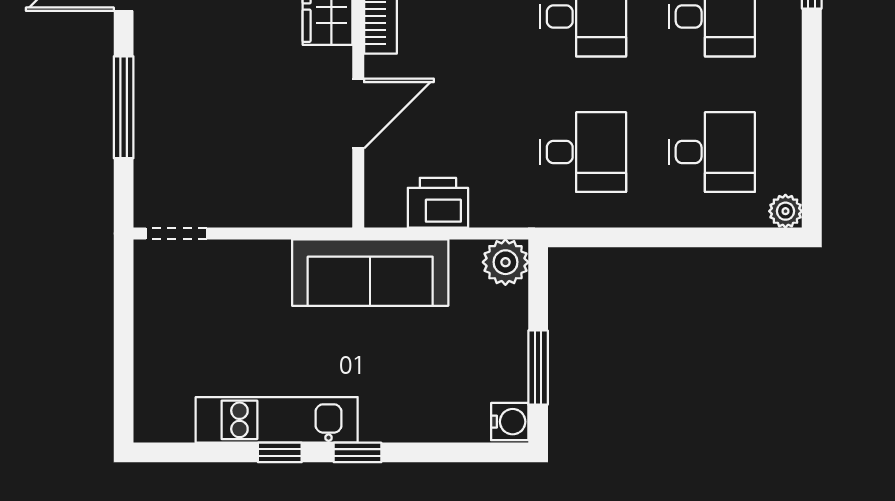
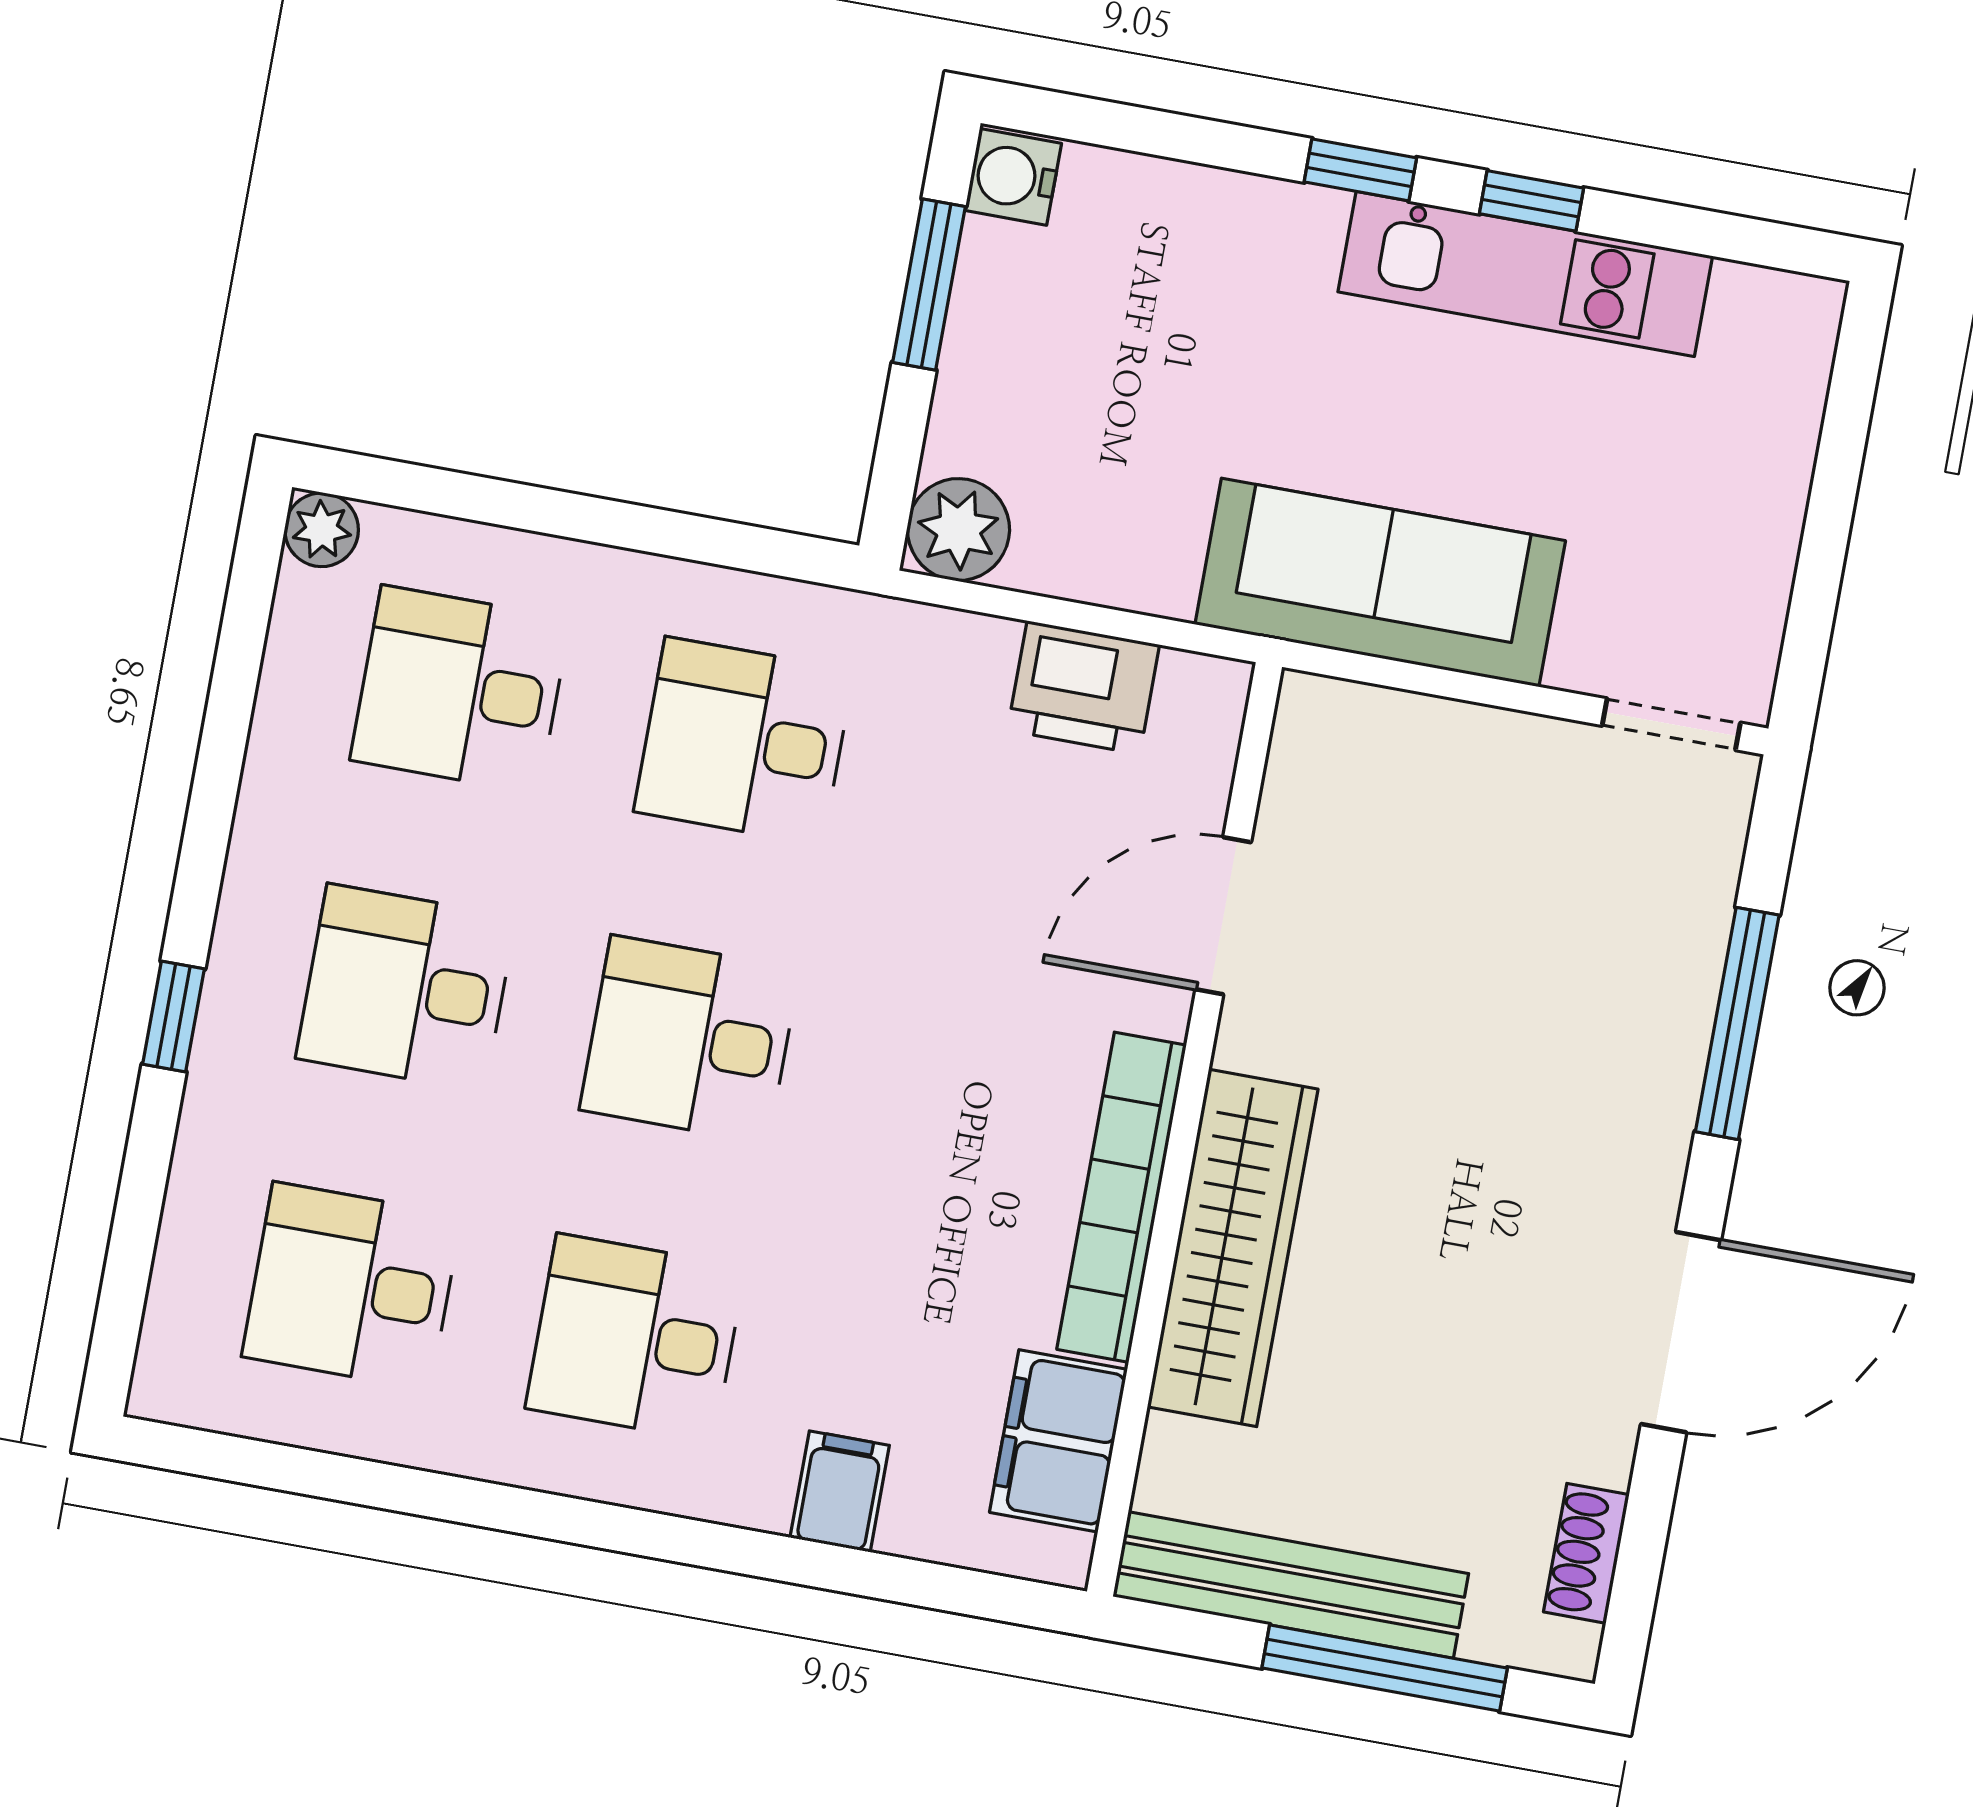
sofa: (370, 273) -> (1380, 582), moved

